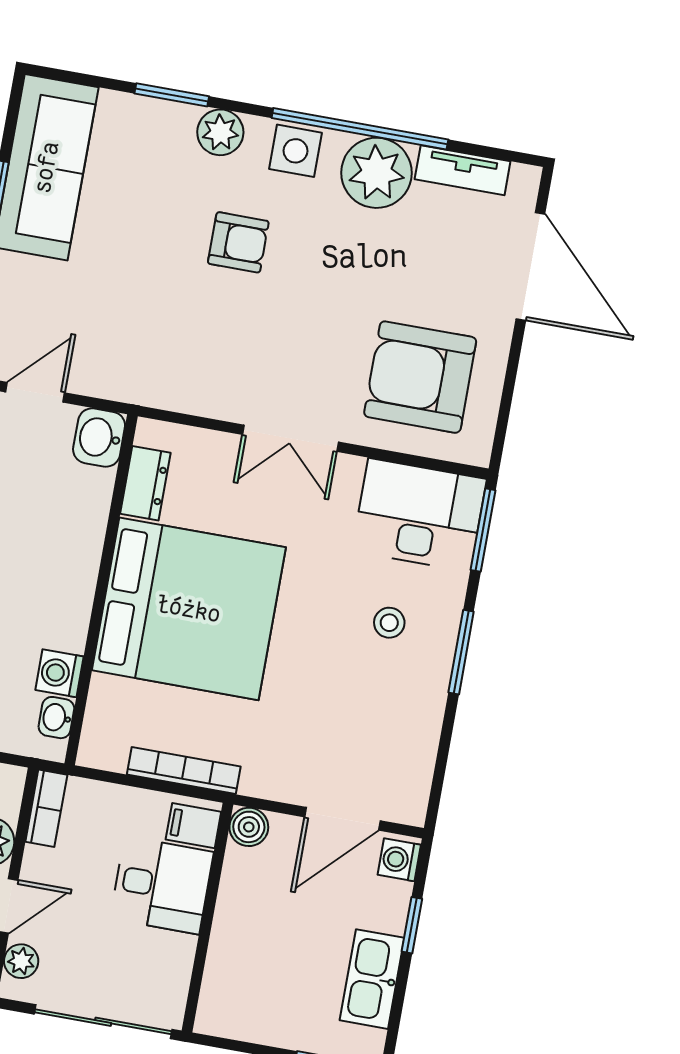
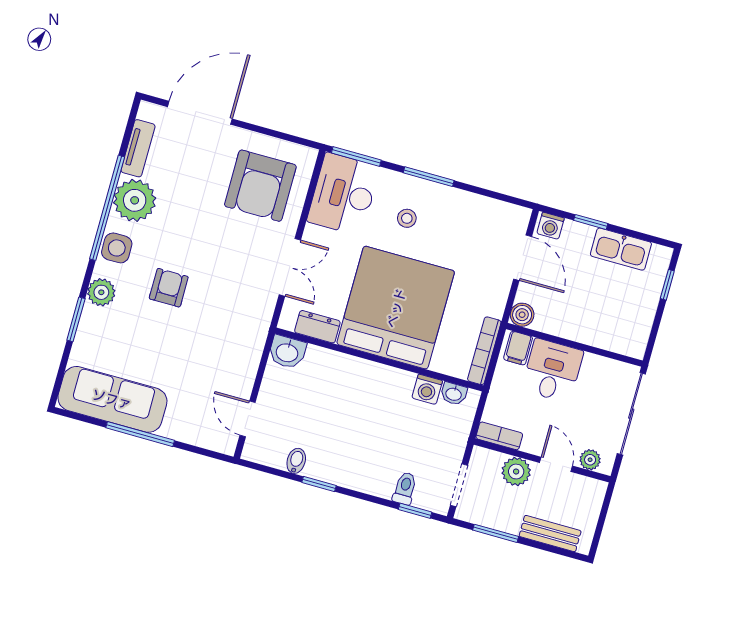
washbasin: (99, 438) -> (287, 352), moved
dresser: (145, 483) -> (317, 327), moved
wall: (101, 590) -> (379, 360), moved
bed: (189, 609) -> (396, 308), moved
washing machine: (59, 673) -> (427, 389), moved
washbasin: (56, 718) -> (454, 394), moved

